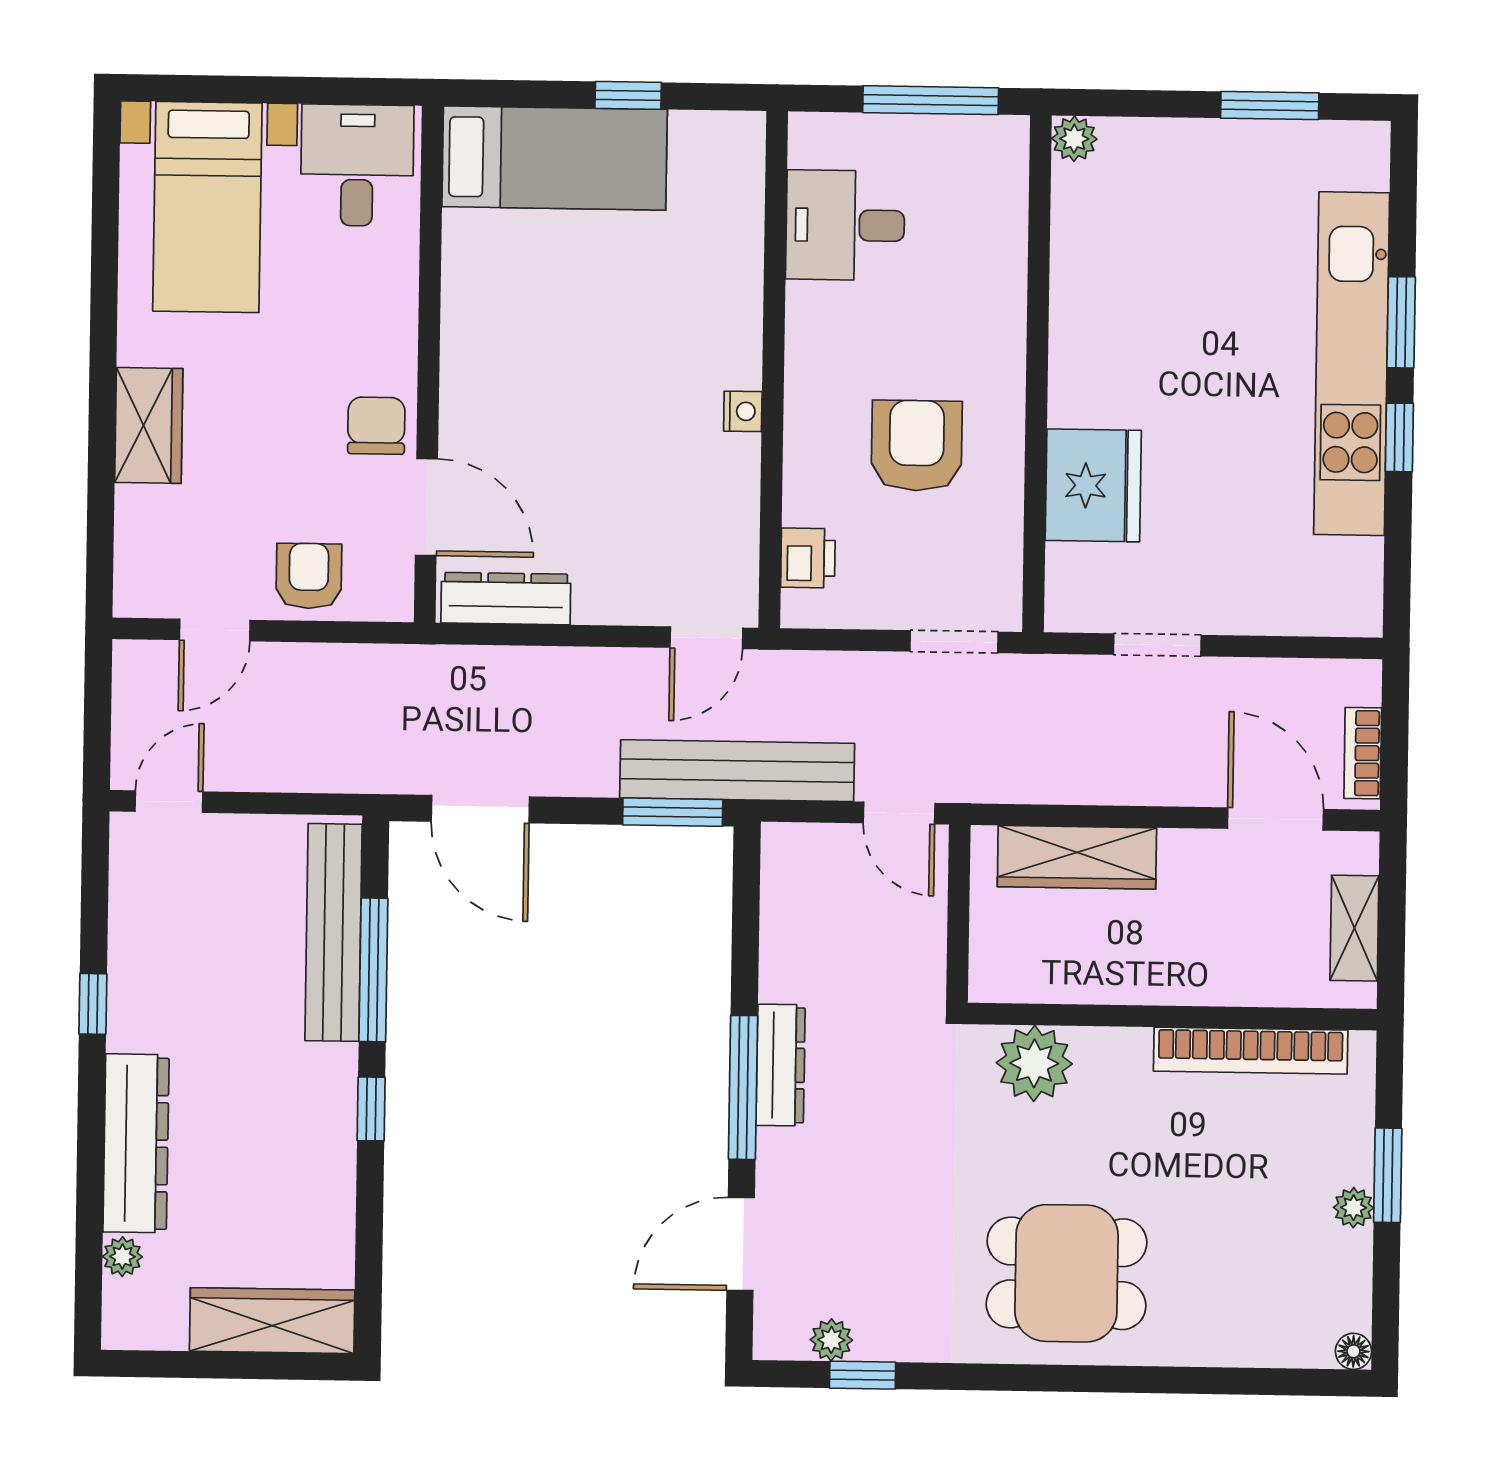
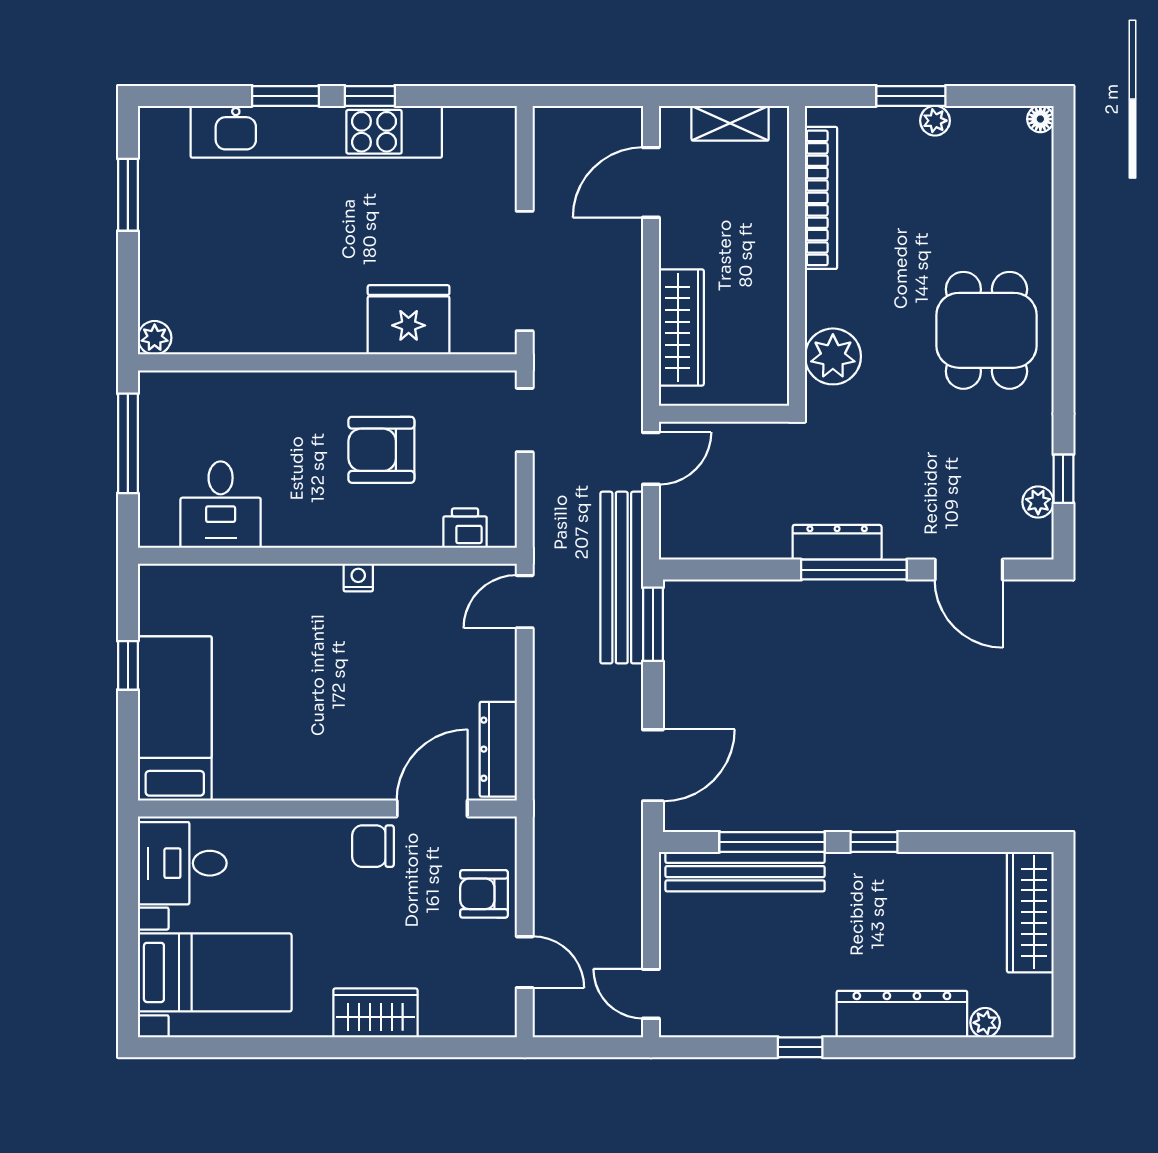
door: (706, 638) -> (525, 602), swing flipped
doorway: (1157, 645) -> (525, 271), width x1.87
bookcase: (1363, 753) -> (602, 119), removed

